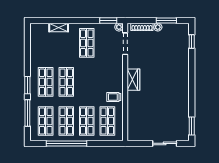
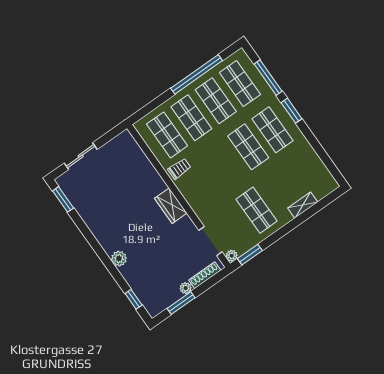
plant: (184, 70) -> (119, 259), added

